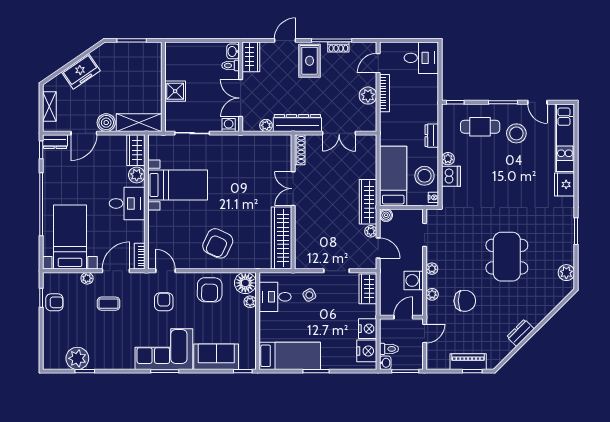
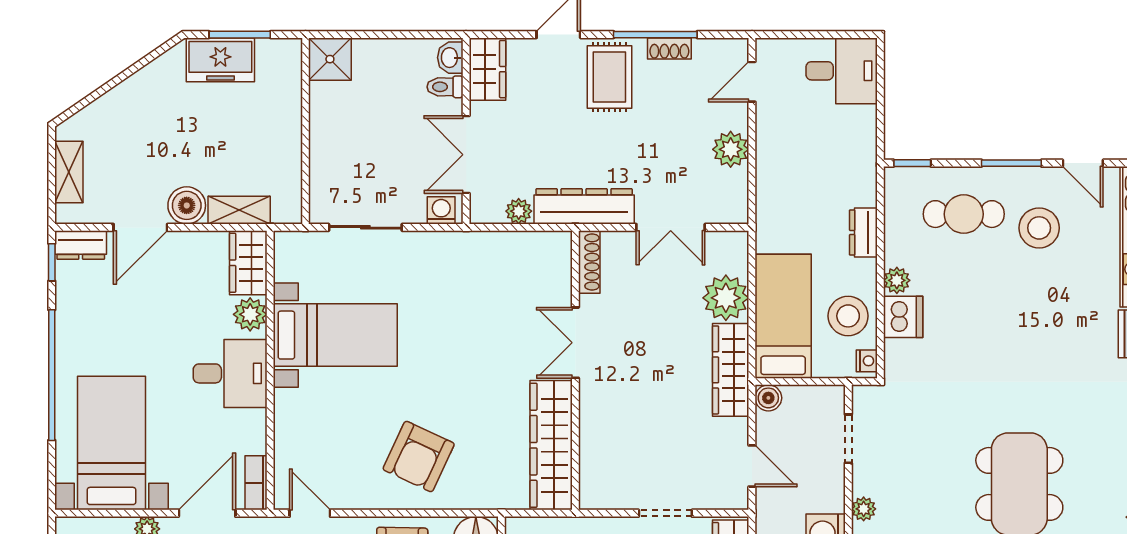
freezer: (81, 71) -> (220, 60), moved, turned 34
shower: (175, 91) -> (330, 59), moved
bookcase: (385, 93) -> (765, 144), removed
shelving: (139, 123) -> (239, 210), width x0.67, depth x0.75
plant: (371, 231) -> (726, 298), moved, width x1.88, depth x1.88

